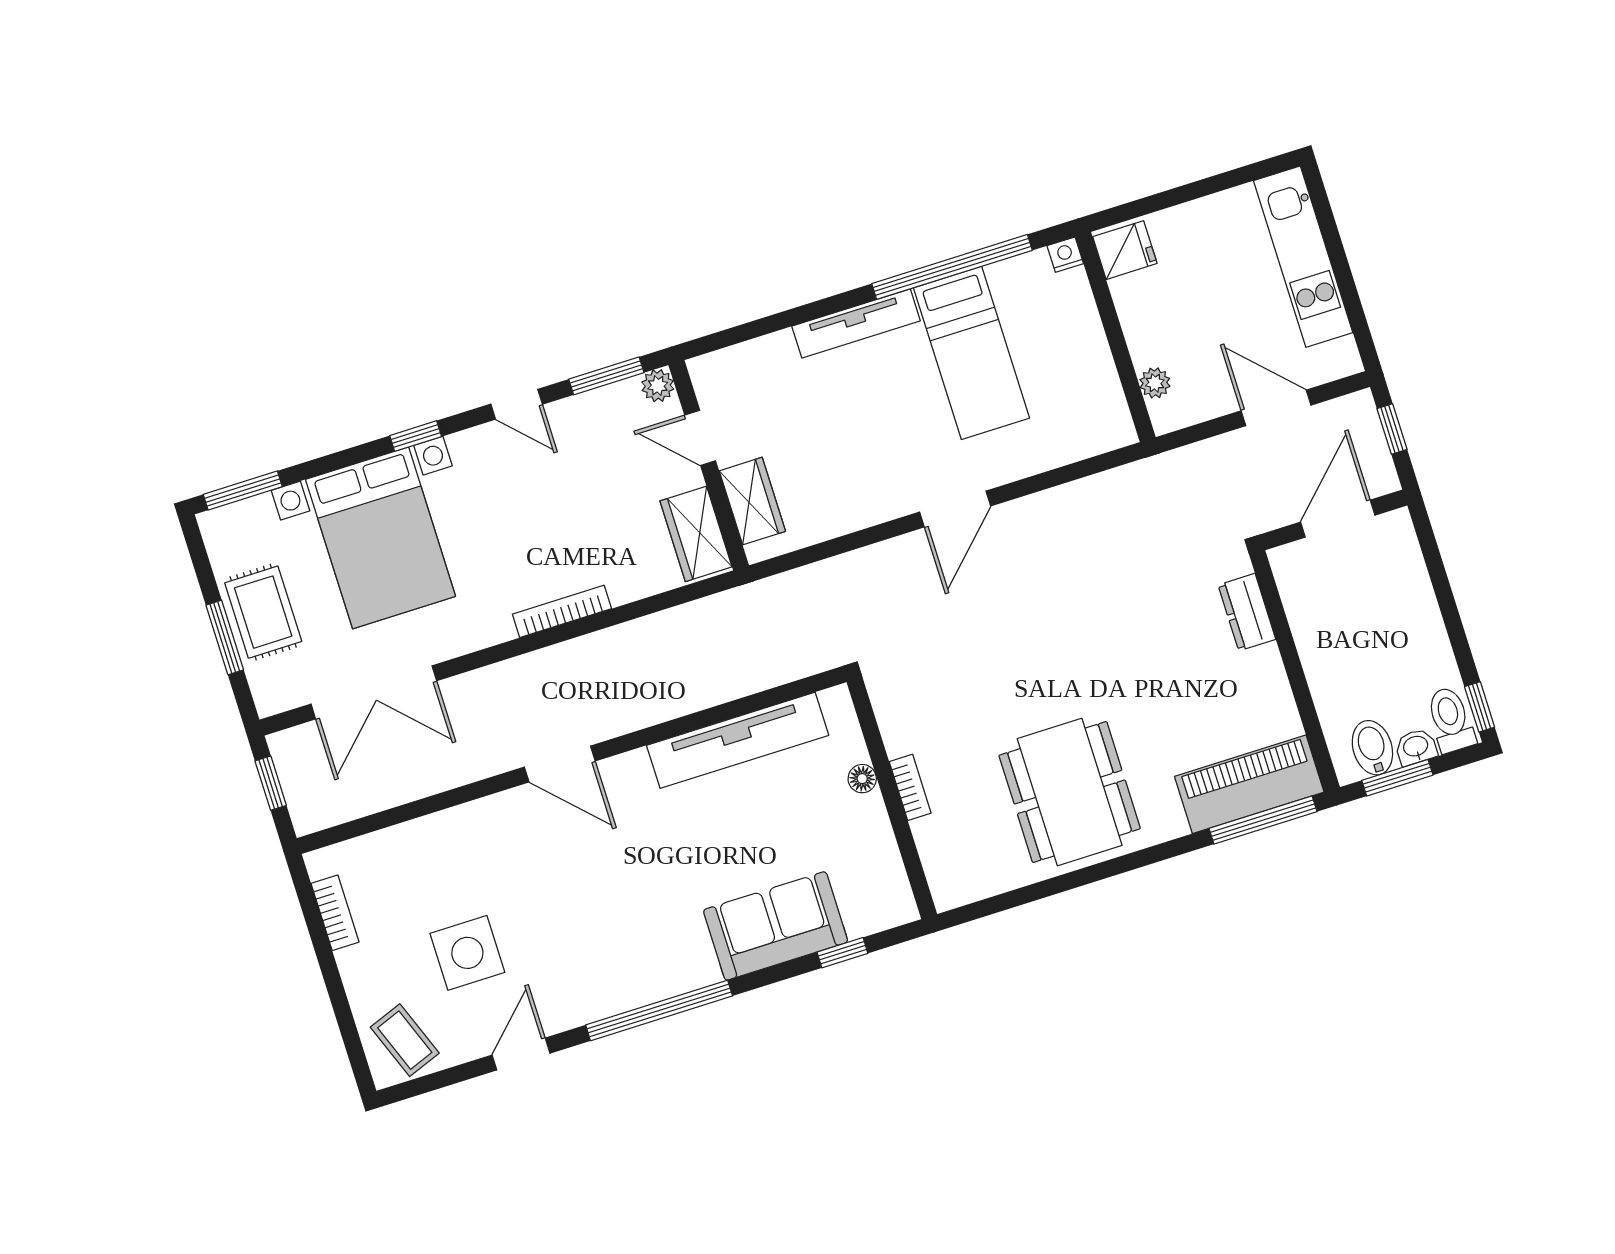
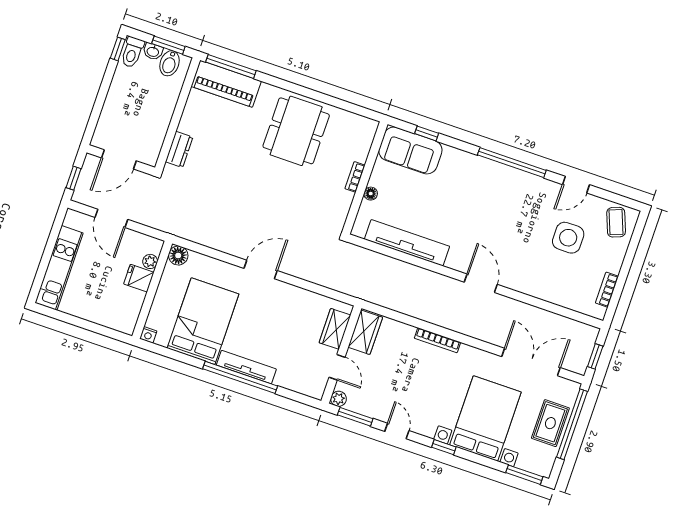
fridge: (1125, 250) -> (139, 278), moved
window: (952, 267) -> (240, 377), moved
bed: (971, 353) -> (203, 321), width x1.50
floor lamp: (1114, 429) -> (178, 256), added
window: (225, 637) -> (572, 424), width x2.11
sofa: (776, 926) -> (410, 150), moved

